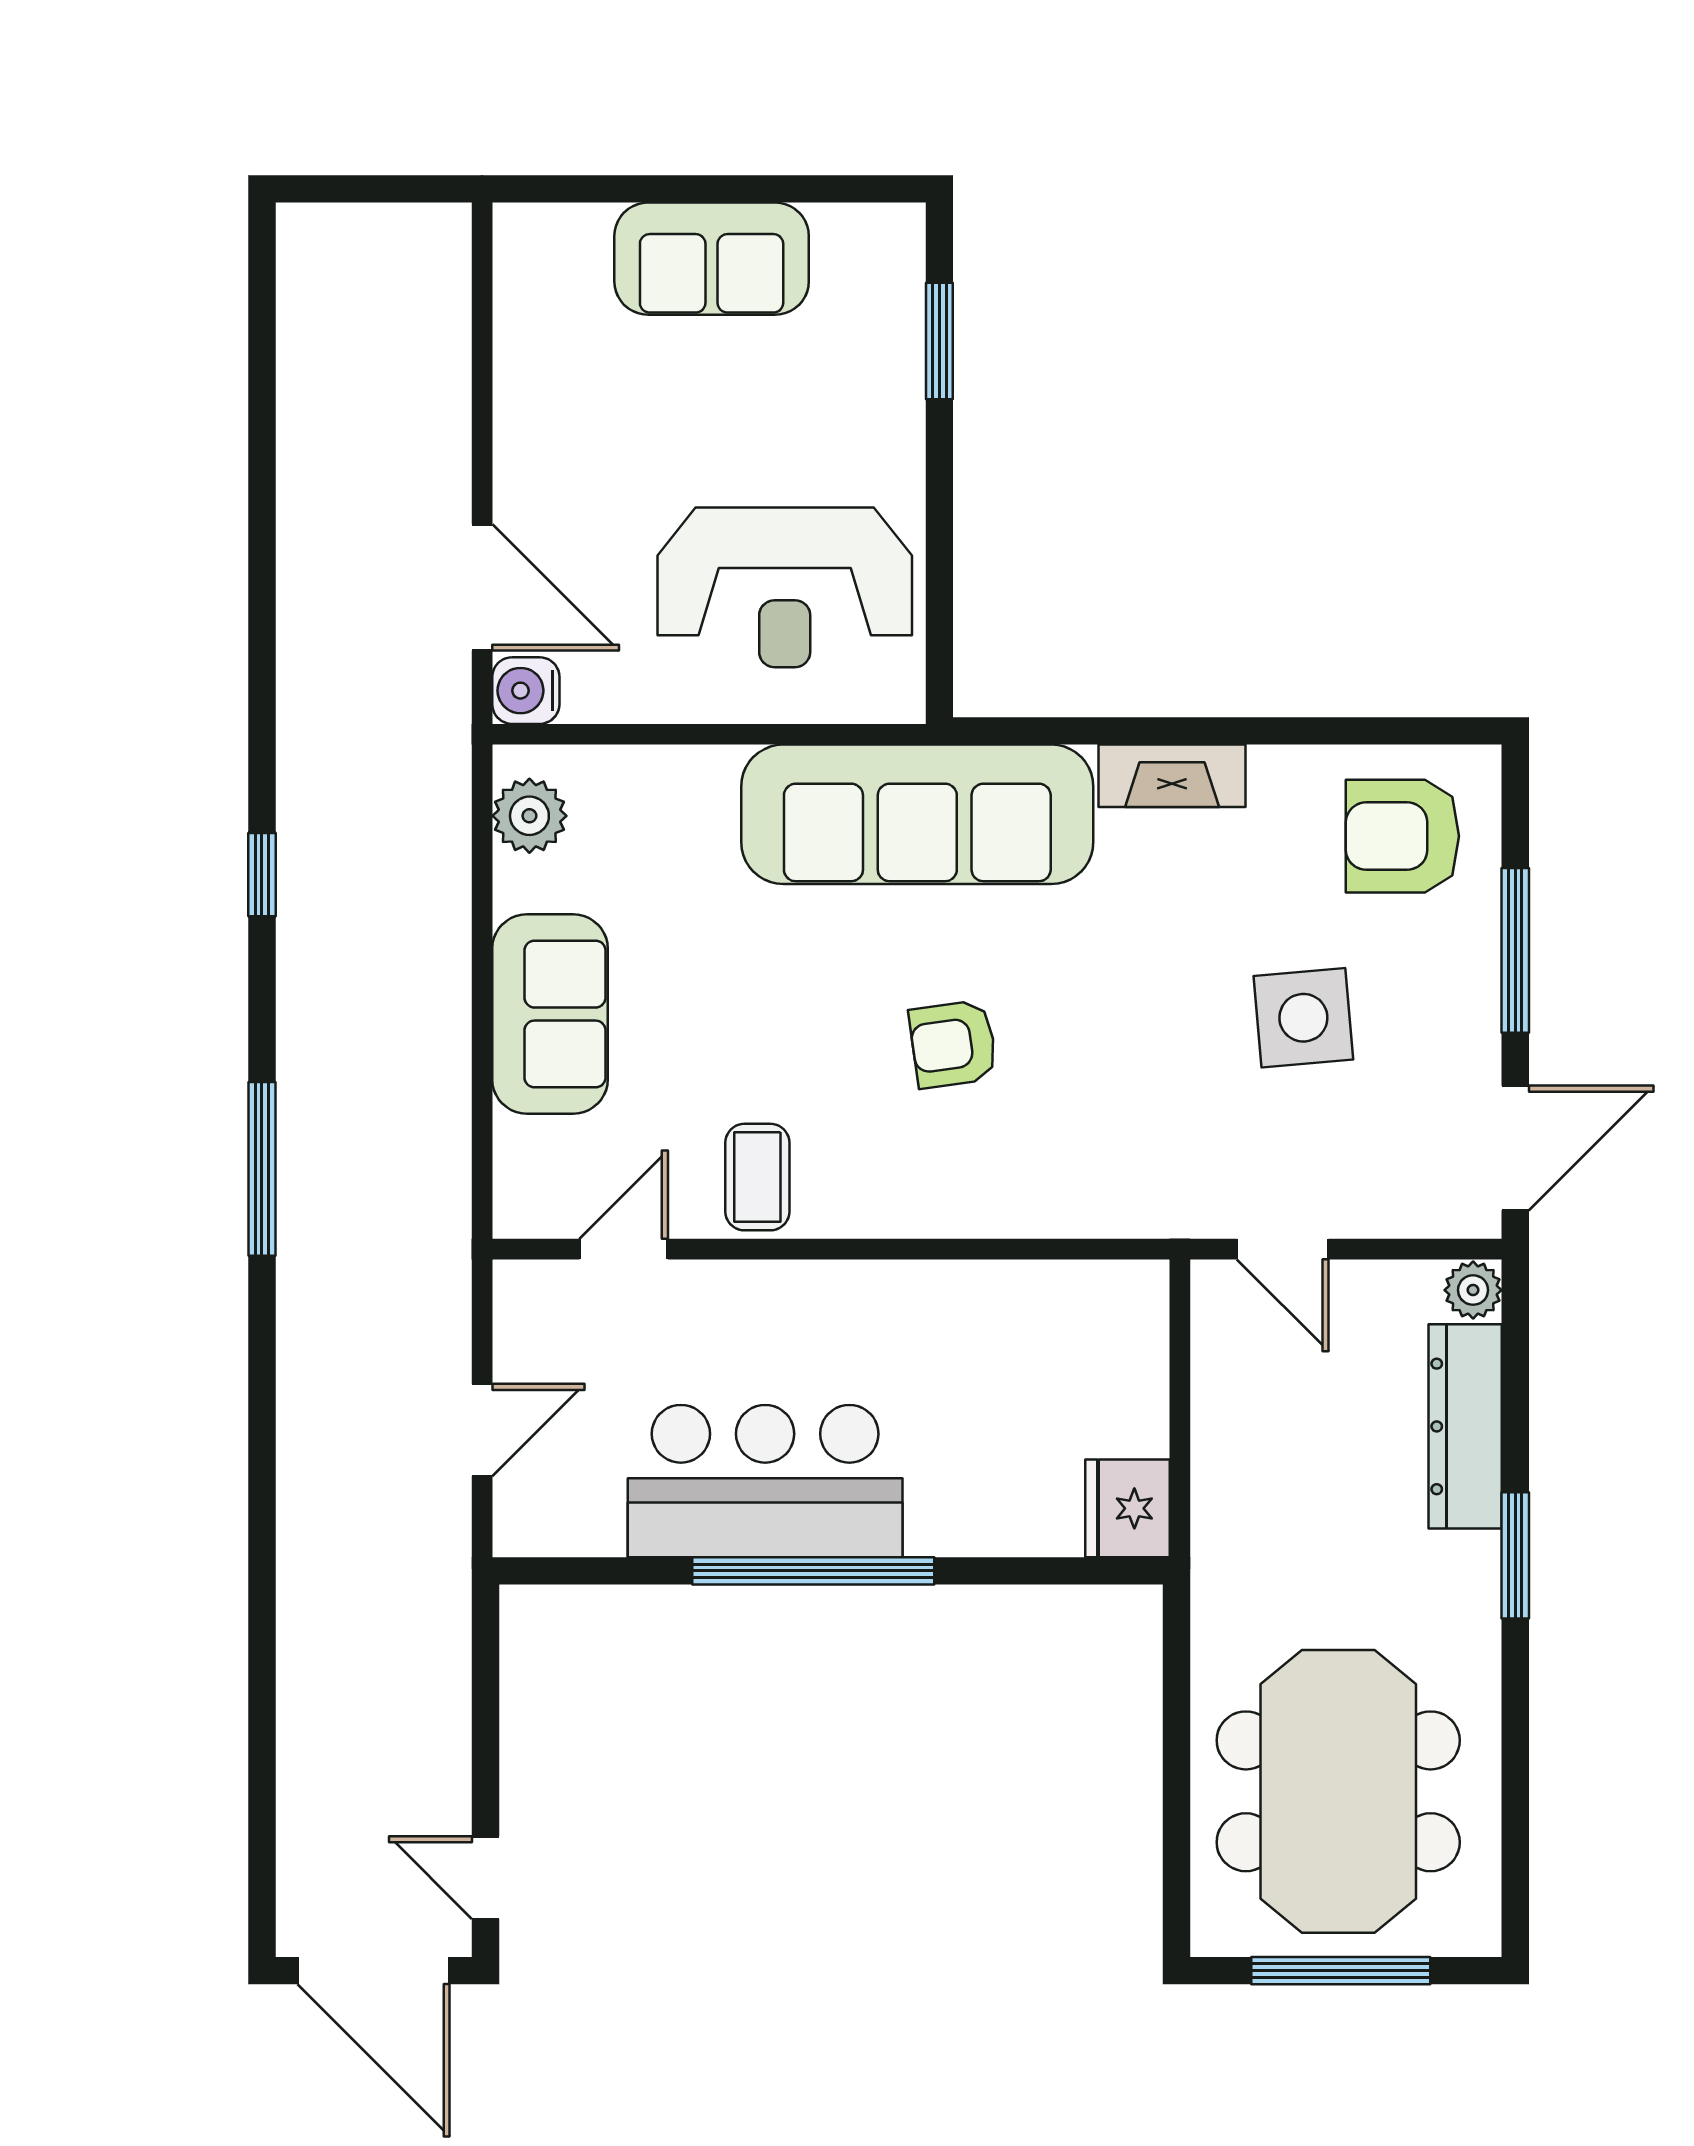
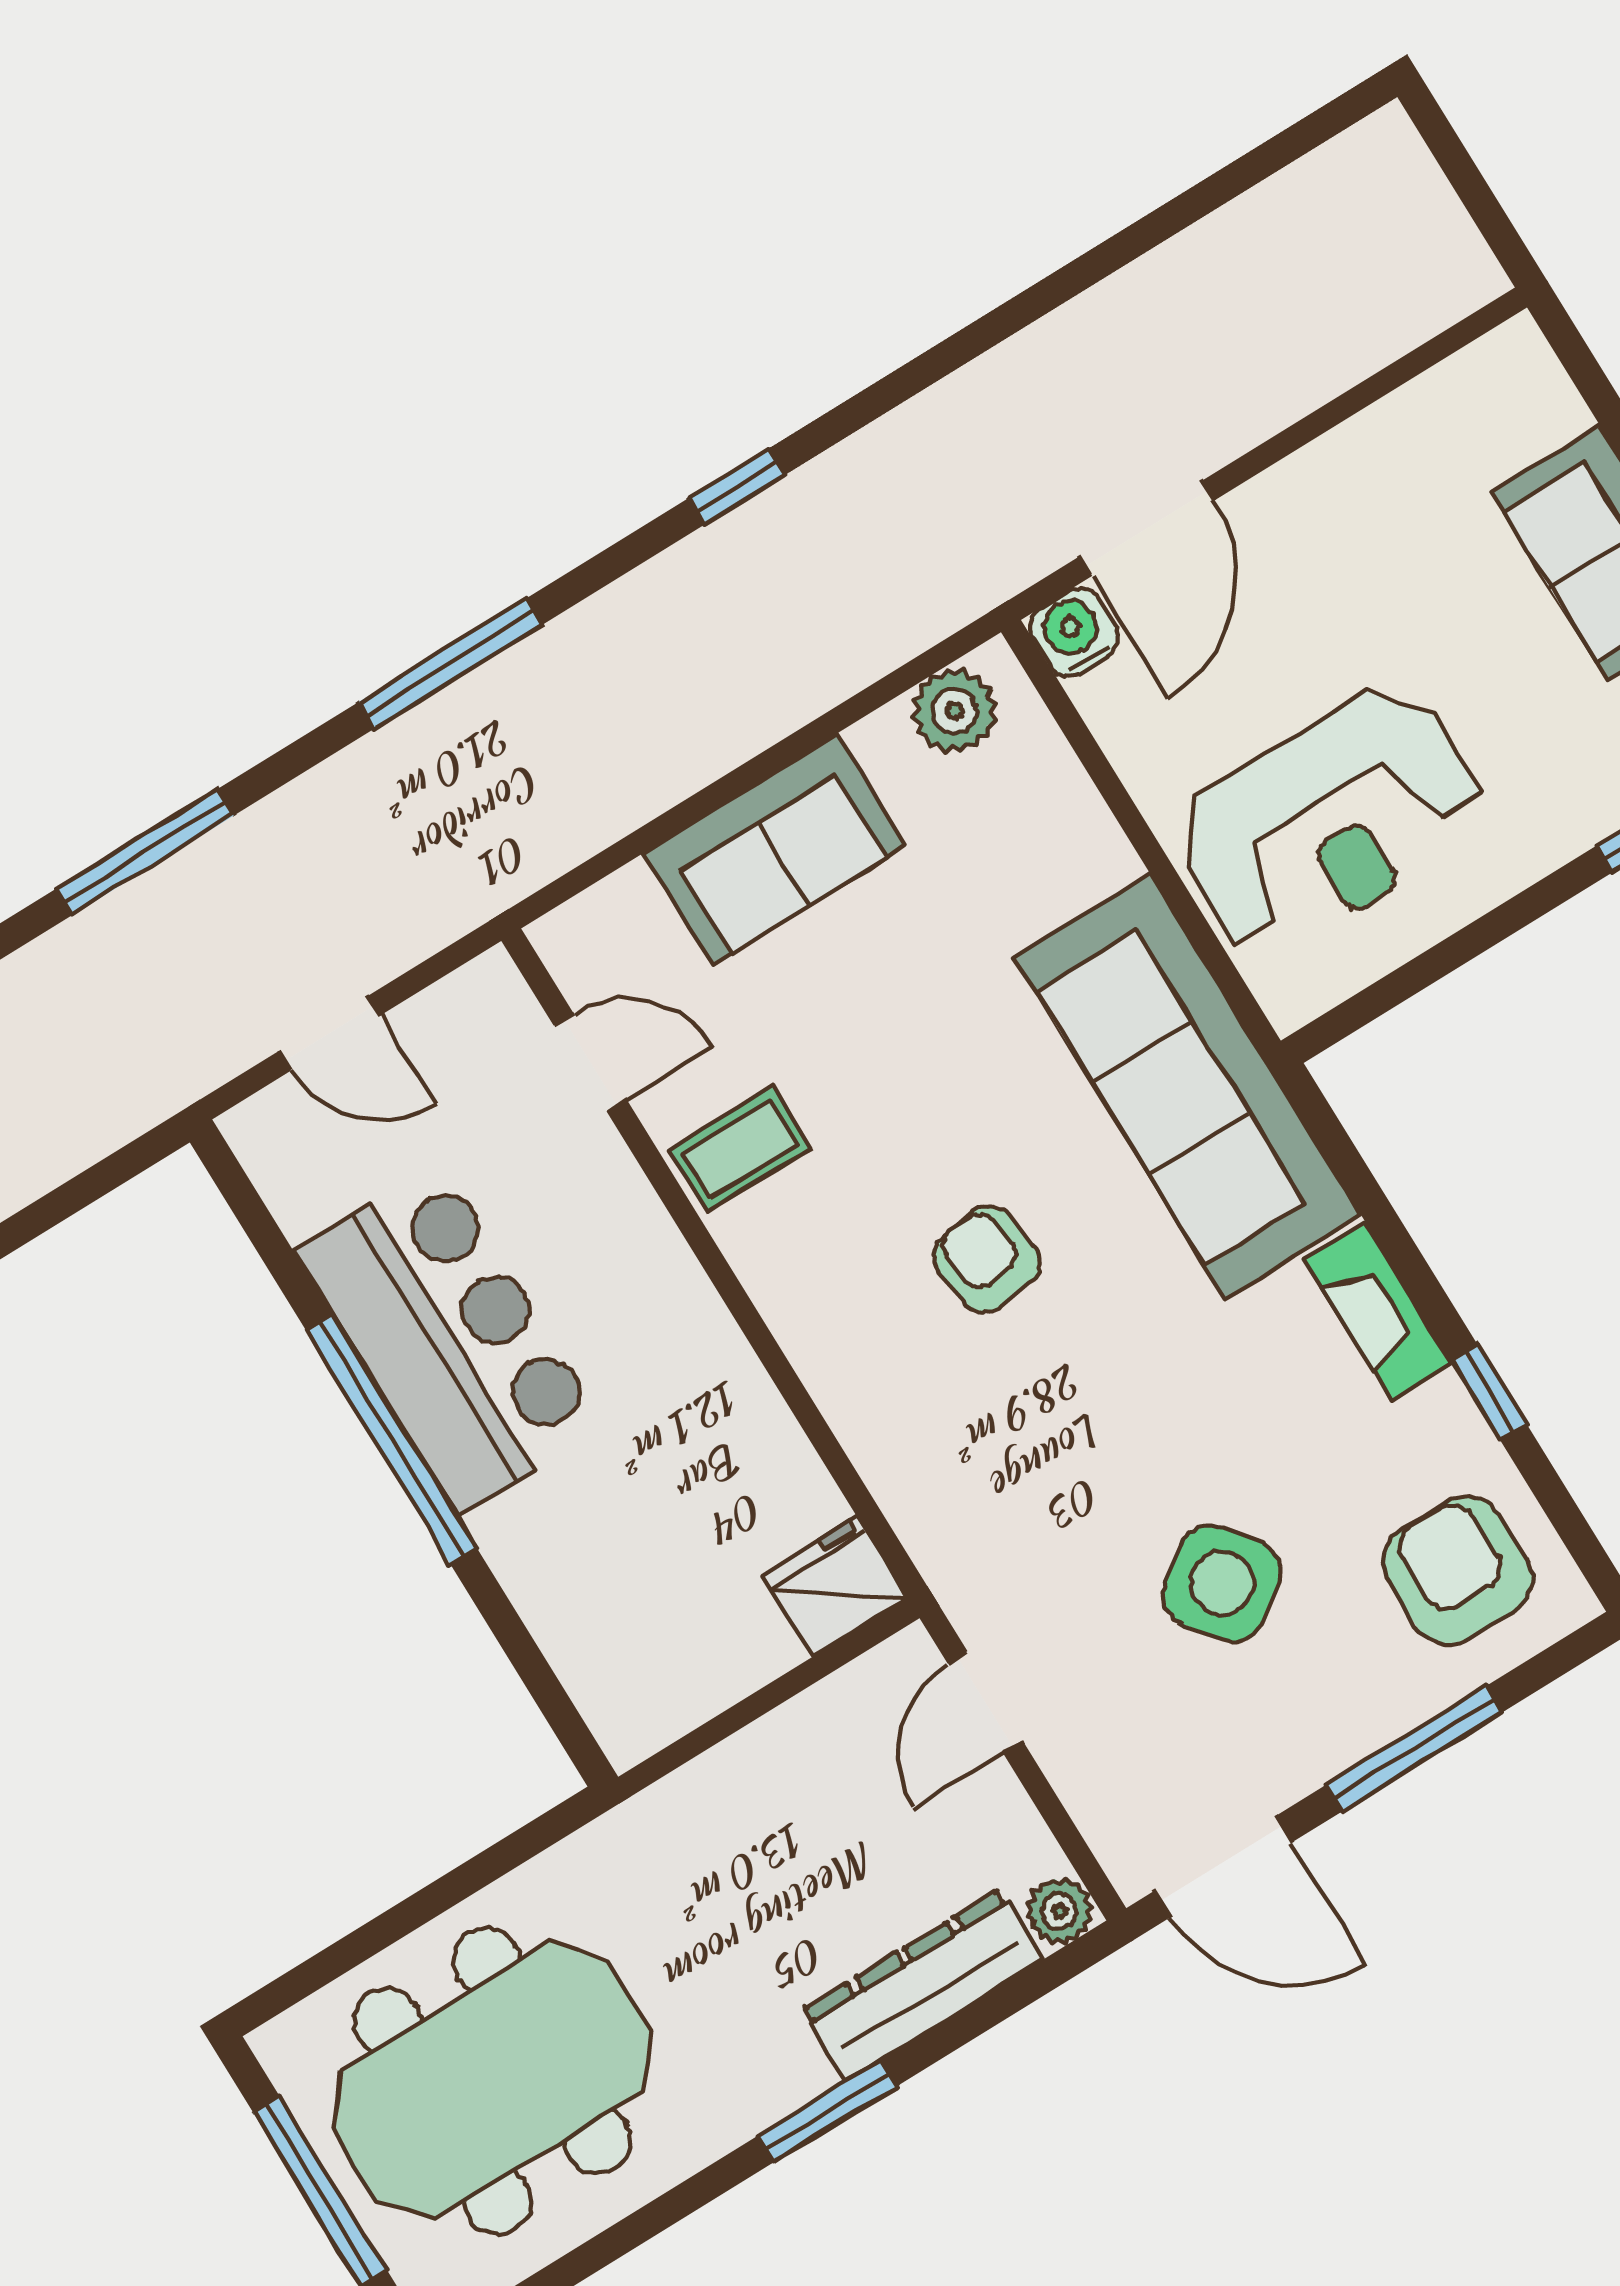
reception desk: (785, 587) -> (1329, 822), turned -90
window: (1284, 731) -> (1489, 1392), added
side table: (1303, 1018) -> (1222, 1583), turned -32
window: (262, 1484) -> (145, 852), added
fridge: (1128, 1508) -> (835, 1587), moved

